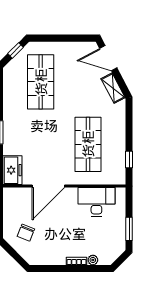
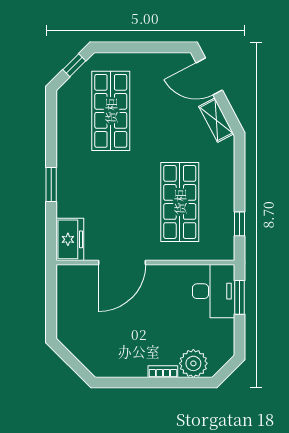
desk: (96, 202) -> (214, 291), moved, turned 90
window: (129, 229) -> (239, 297), moved
chair: (26, 233) -> (89, 330), removed
plant: (93, 260) -> (193, 363), width x1.87, depth x1.87

